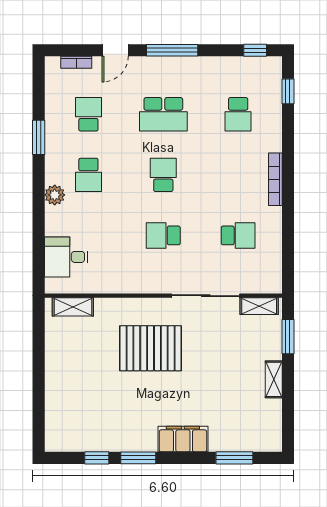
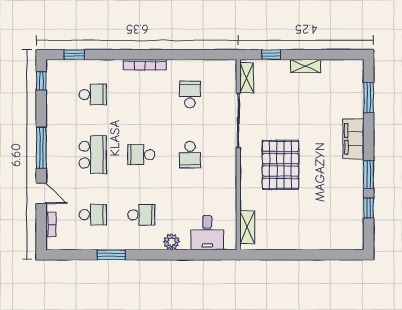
school desk: (88, 114) -> (93, 215), turned 180
plant: (55, 195) -> (172, 242), moved
window: (288, 337) -> (271, 55), width x0.67

